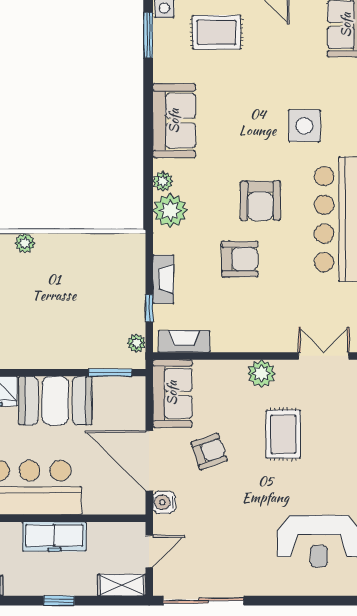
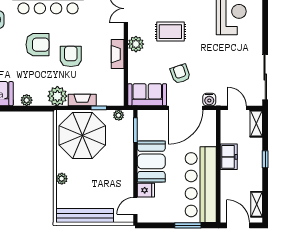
plant: (170, 211) -> (57, 96), moved
parasol: (101, 279) -> (82, 135), added
fireplace: (184, 341) -> (118, 54), moved
freezer: (54, 537) -> (229, 157), width x0.71

